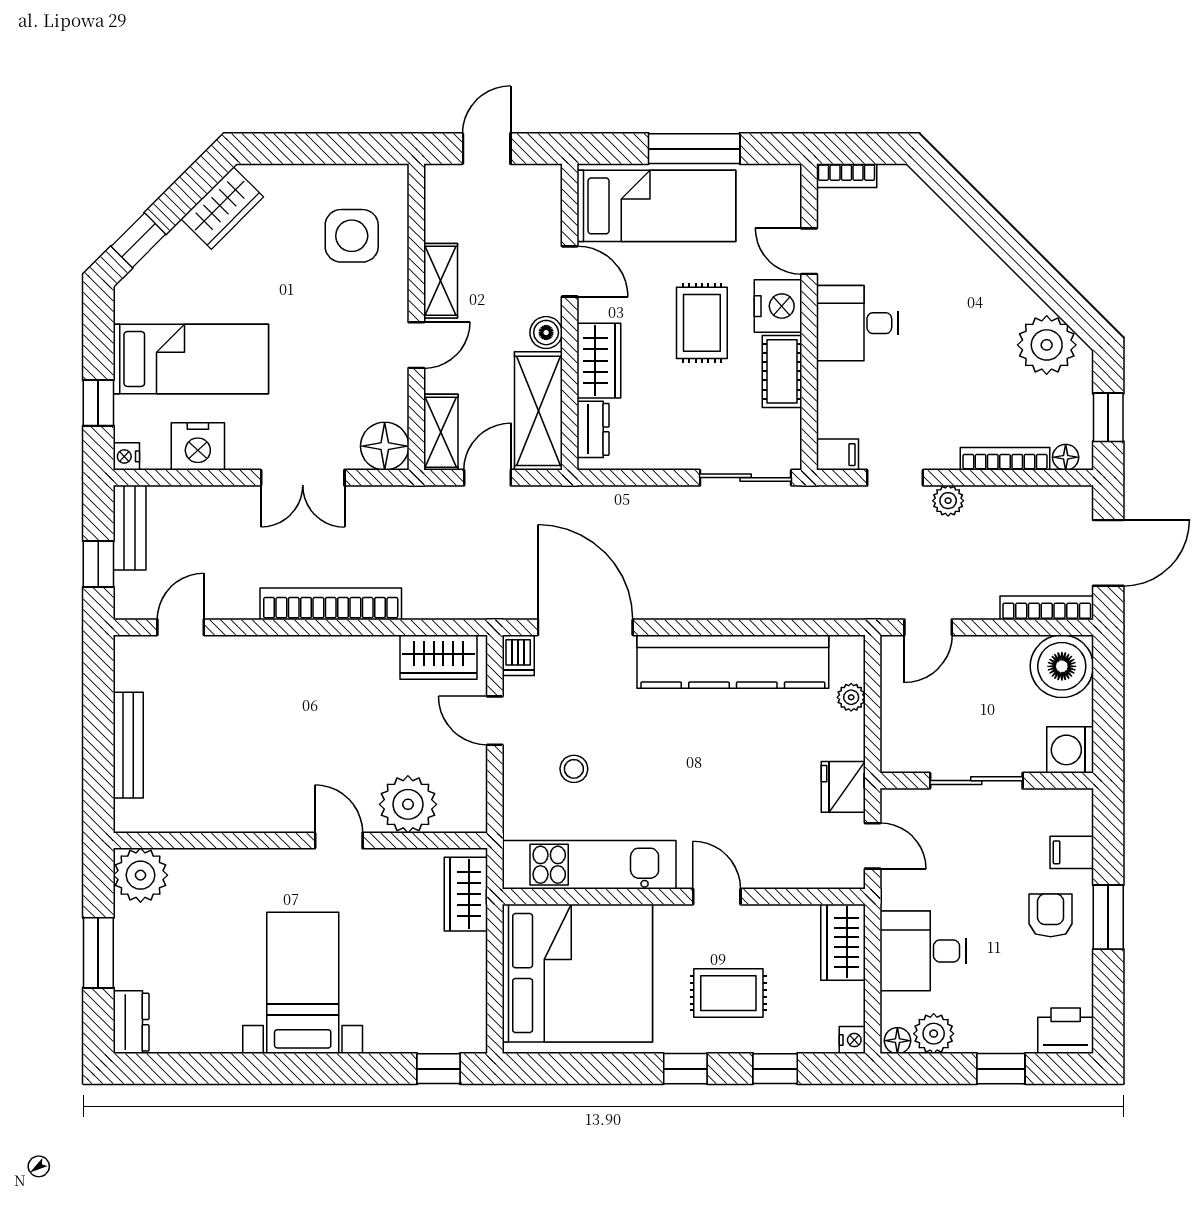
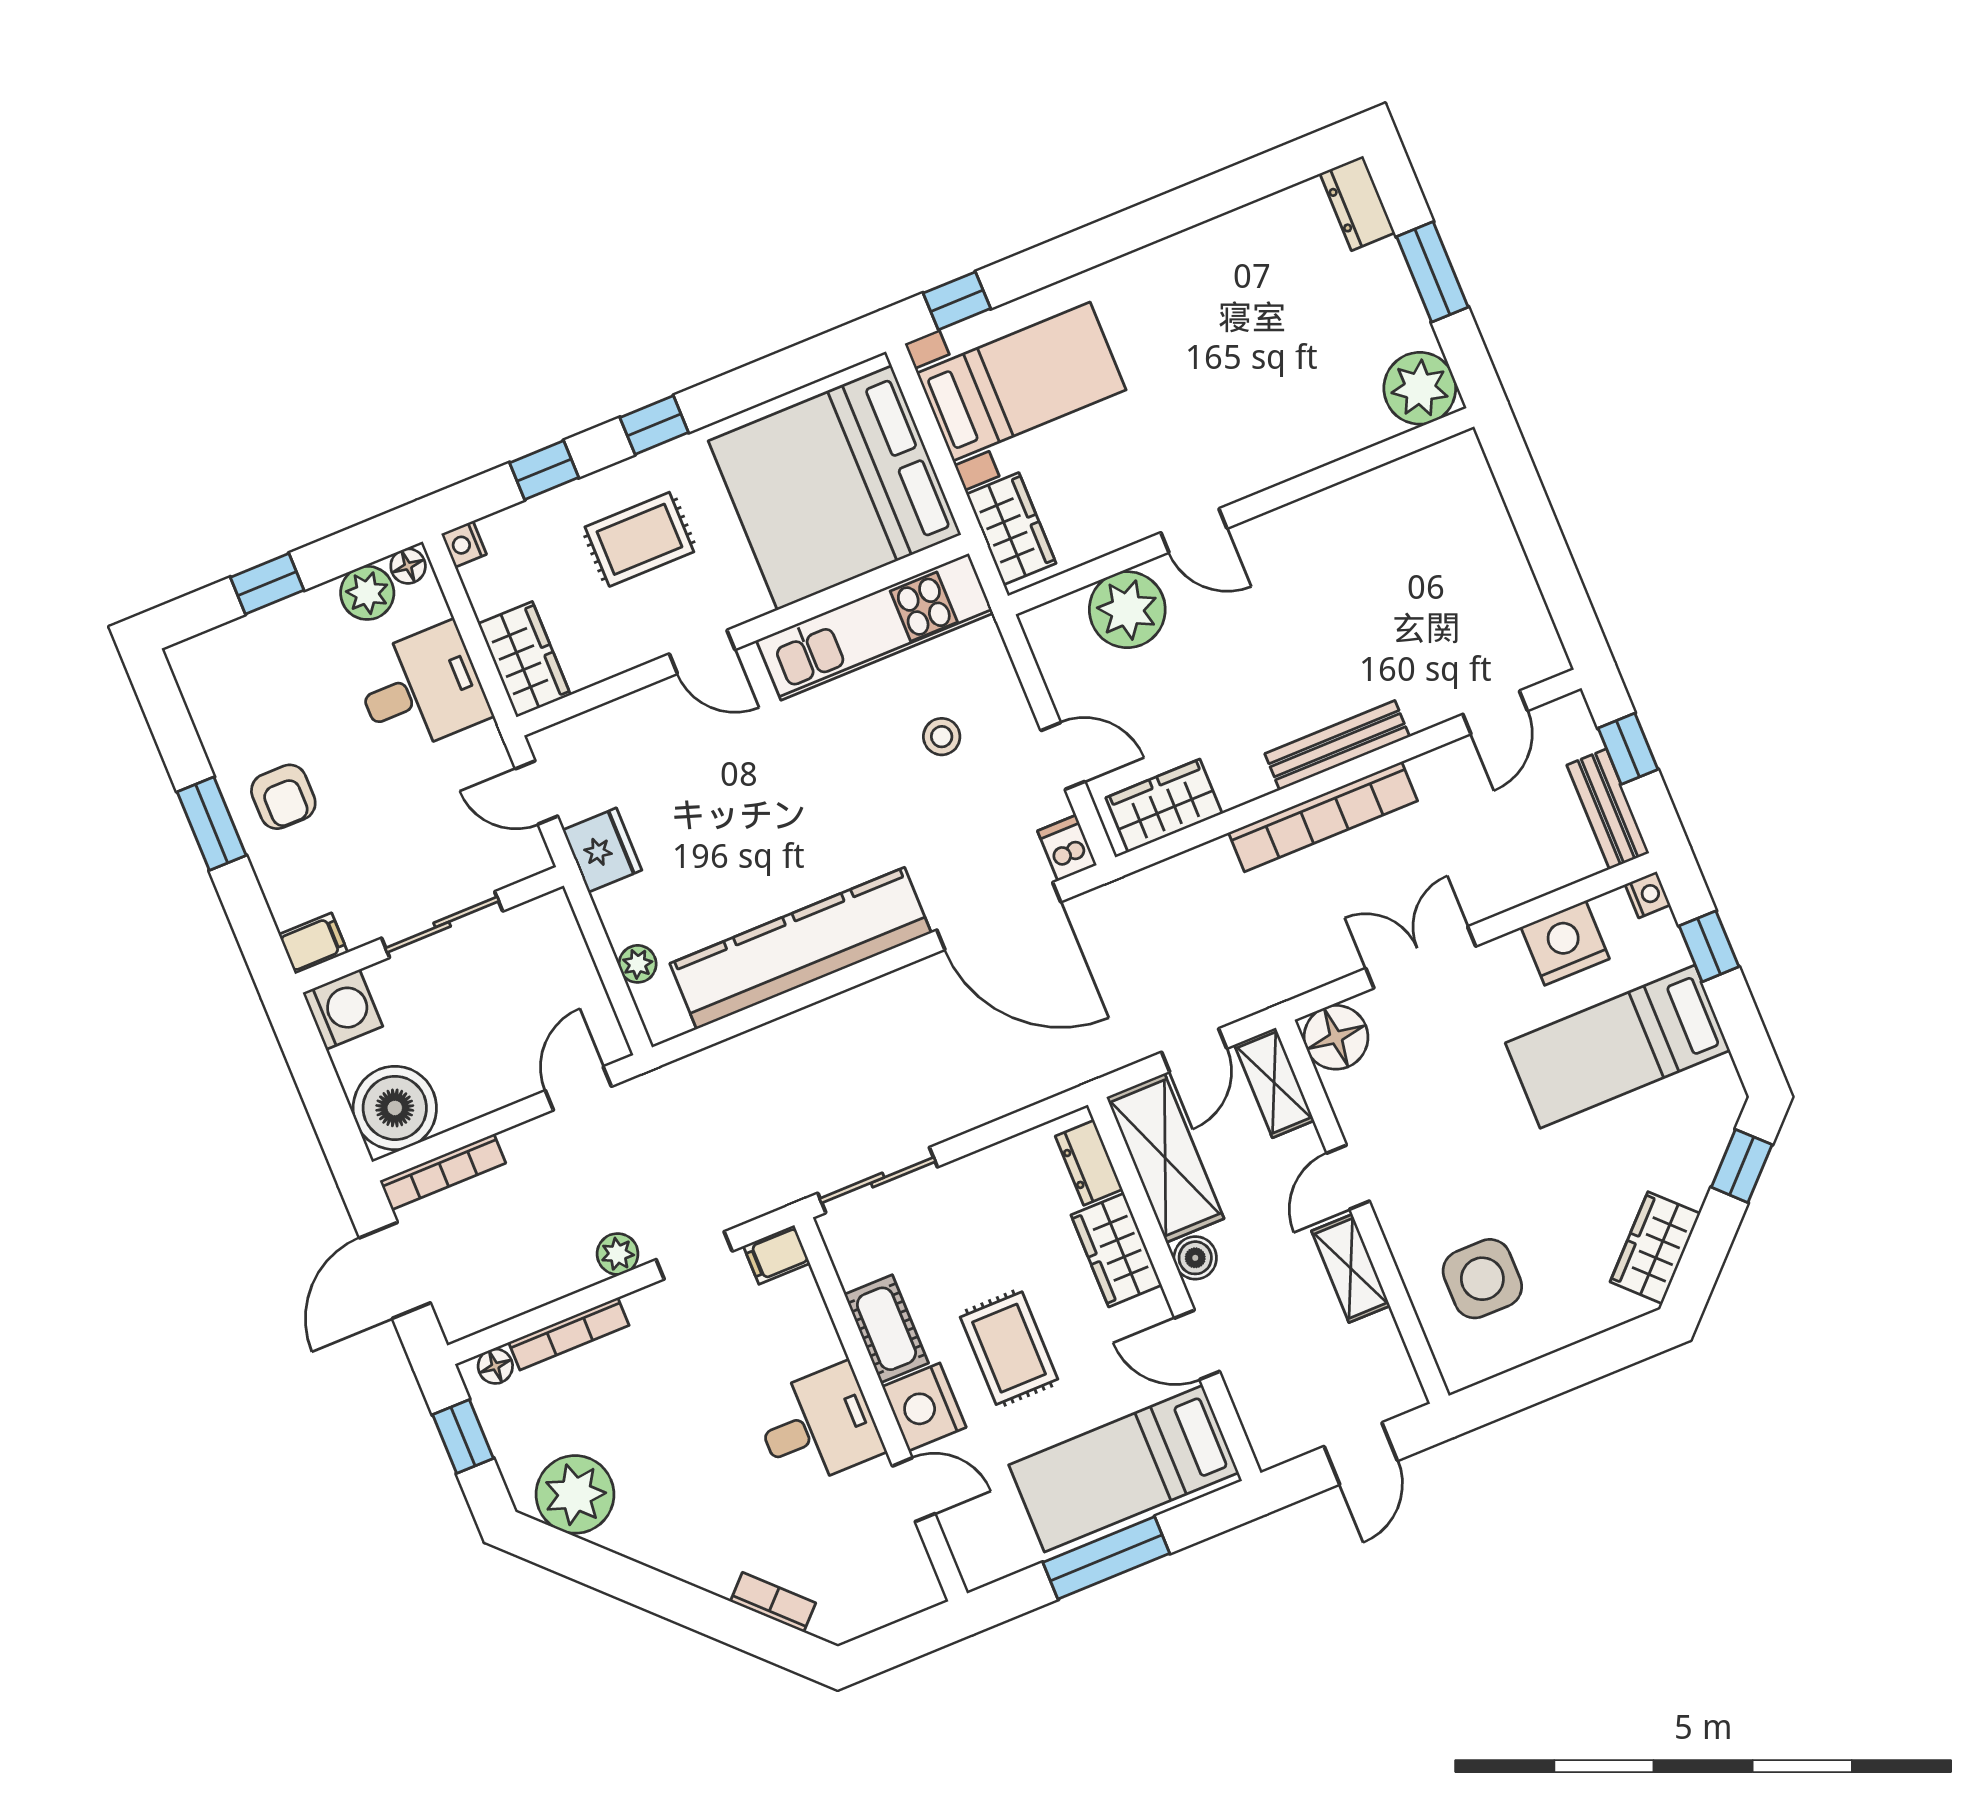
bookcase: (847, 176) -> (773, 1602), moved, turned 45
bench: (128, 745) -> (1337, 745), moved, turned 90
filing cabinet: (1072, 852) -> (313, 943), moved
bed with nightstands: (303, 983) -> (1021, 381), moved, turned -90
printer: (1066, 1031) -> (207, 663), removed

